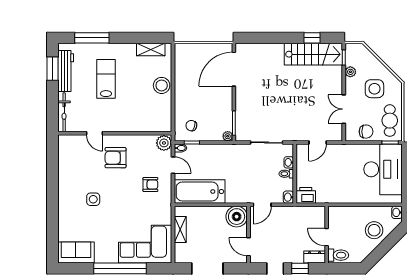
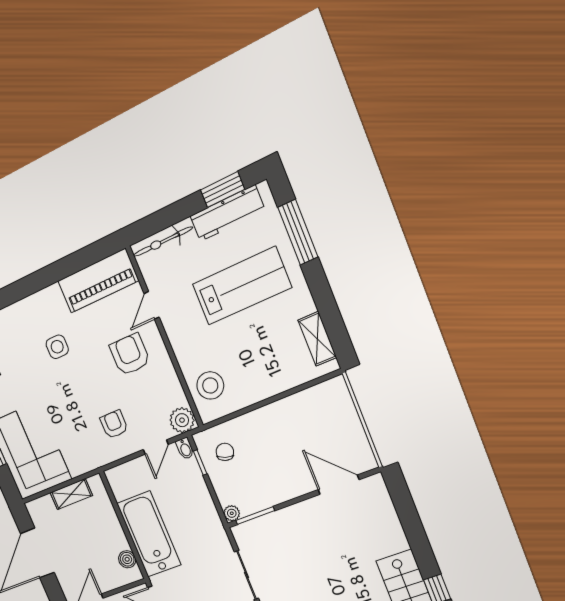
door: (234, 69) -> (339, 485), width x0.73
lab bench: (106, 79) -> (242, 286), width x1.36, depth x1.39
stool: (162, 85) -> (210, 386), moved
piano: (68, 158) -> (98, 281), added
armchair: (150, 185) -> (114, 424), turned 180
bathtub: (200, 192) -> (149, 534), moved
boiler: (237, 217) -> (127, 559), width x0.54, depth x0.54

